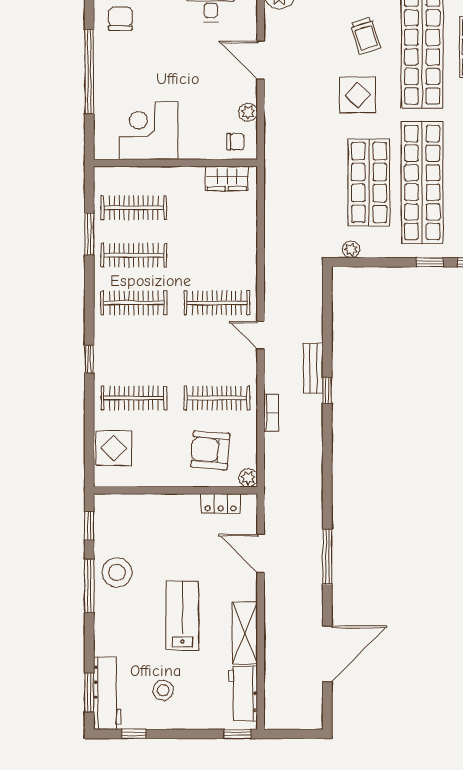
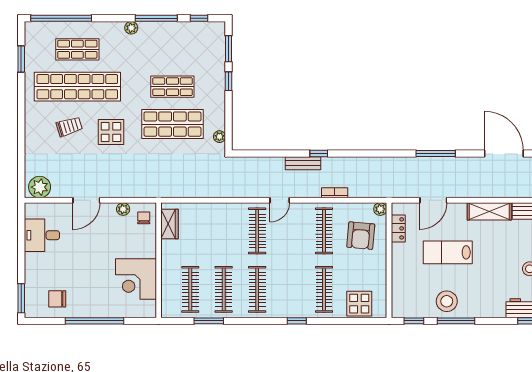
shop shelf: (422, 183) -> (172, 87), width x0.50, depth x0.74
lab bench: (182, 616) -> (448, 252), moved

